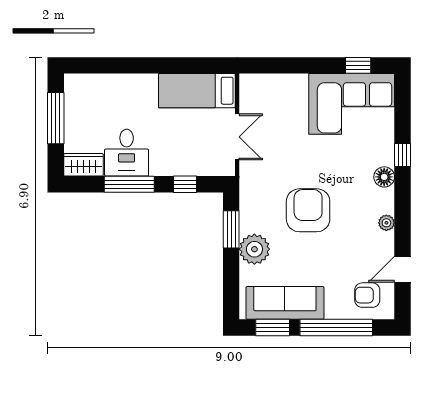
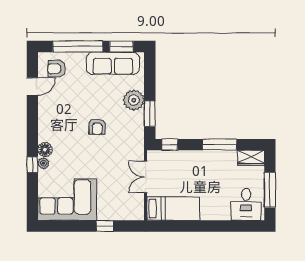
window: (358, 65) -> (105, 226), moved
desk: (127, 153) -> (246, 204), moved, turned 180
window: (185, 184) -> (170, 145), moved
armchair: (308, 210) -> (97, 127), width x0.53, depth x0.53
plant: (386, 223) -> (43, 163), moved
armchair: (367, 295) -> (57, 69), turned 180

